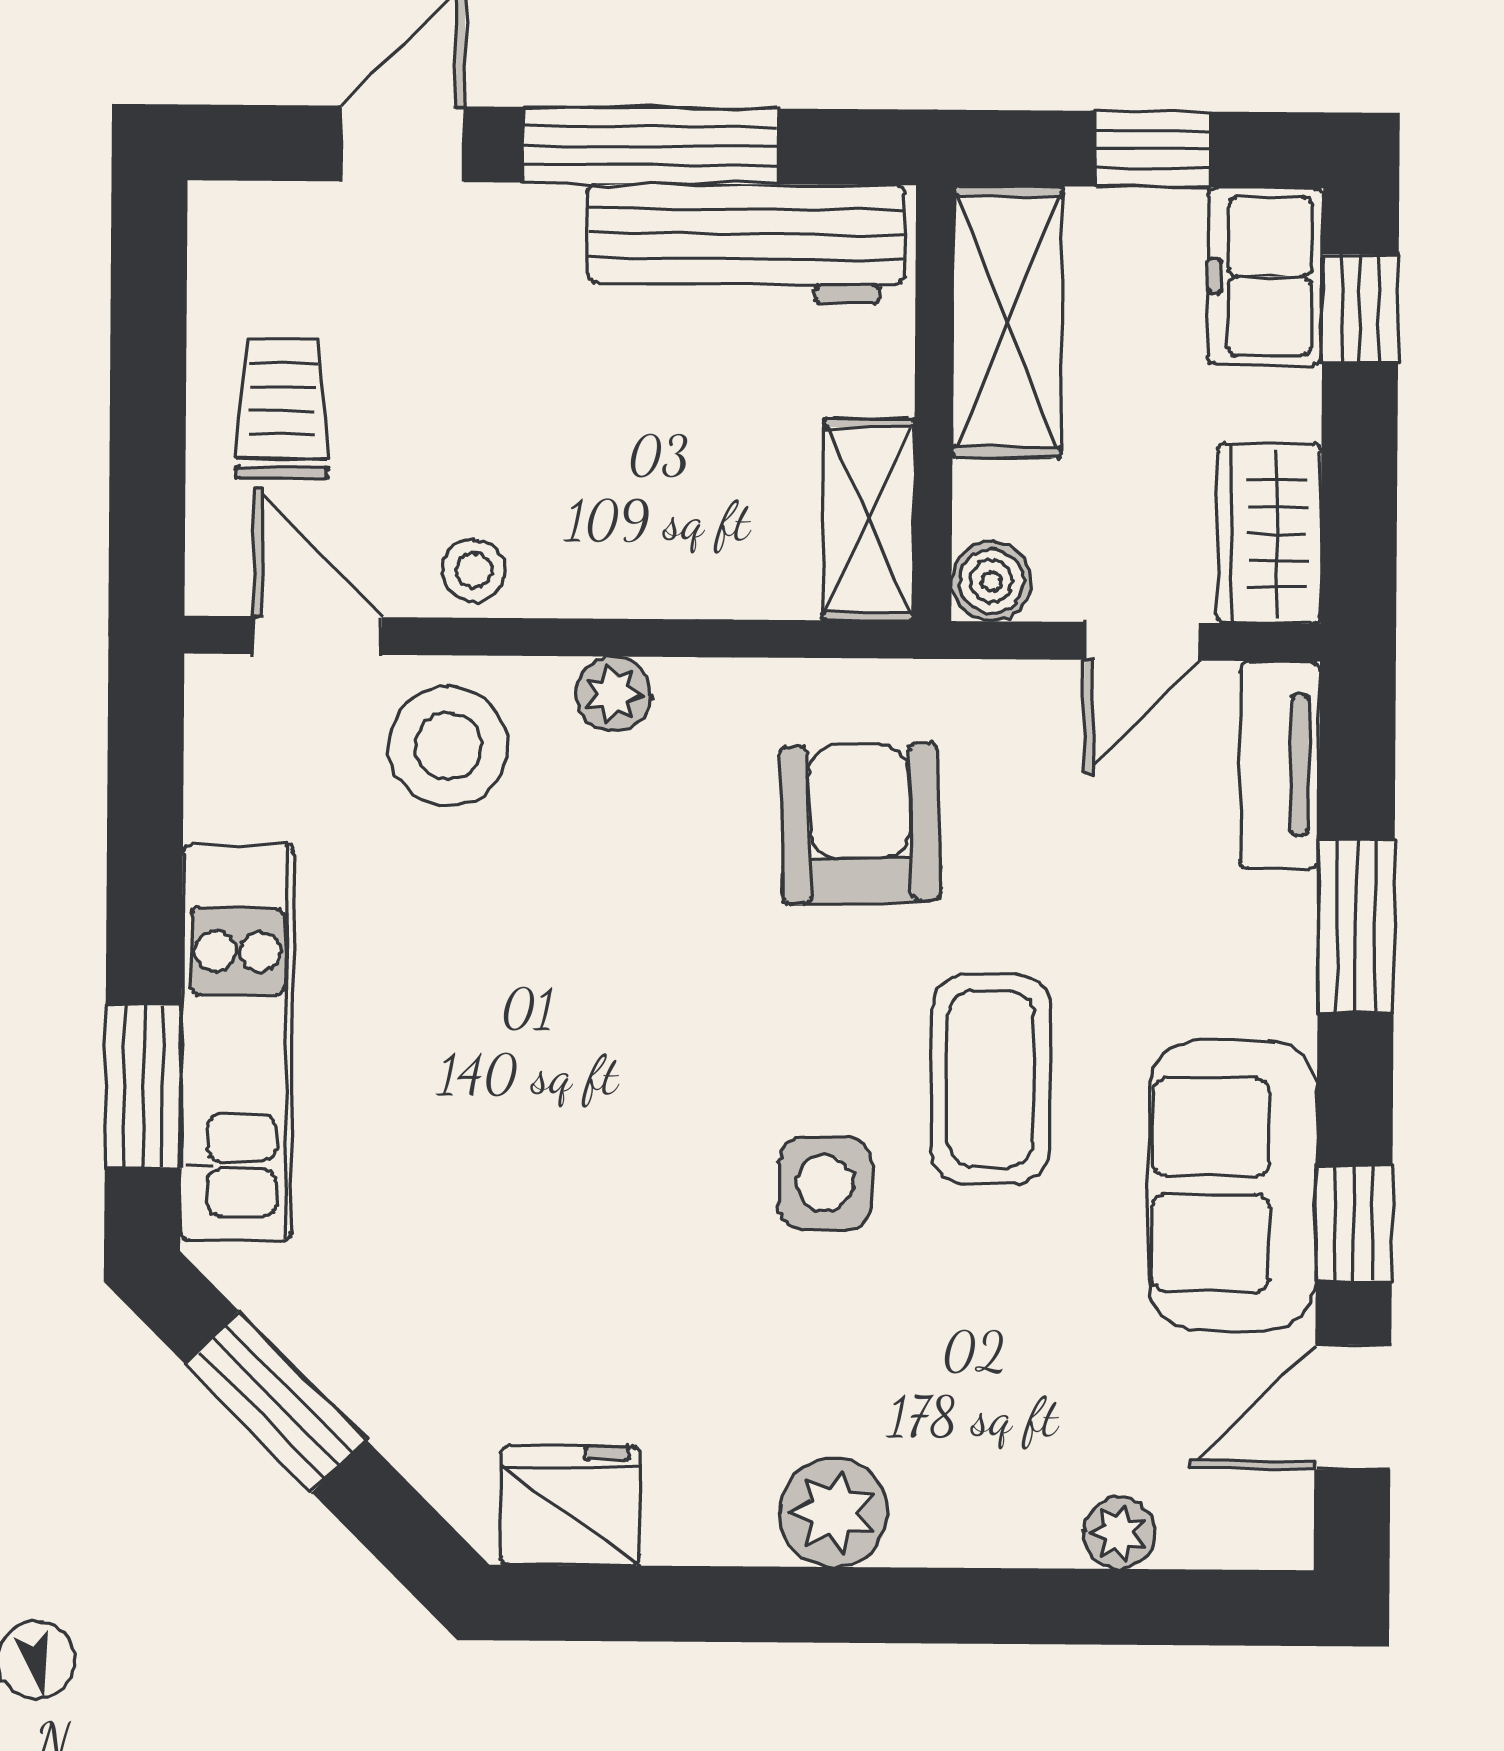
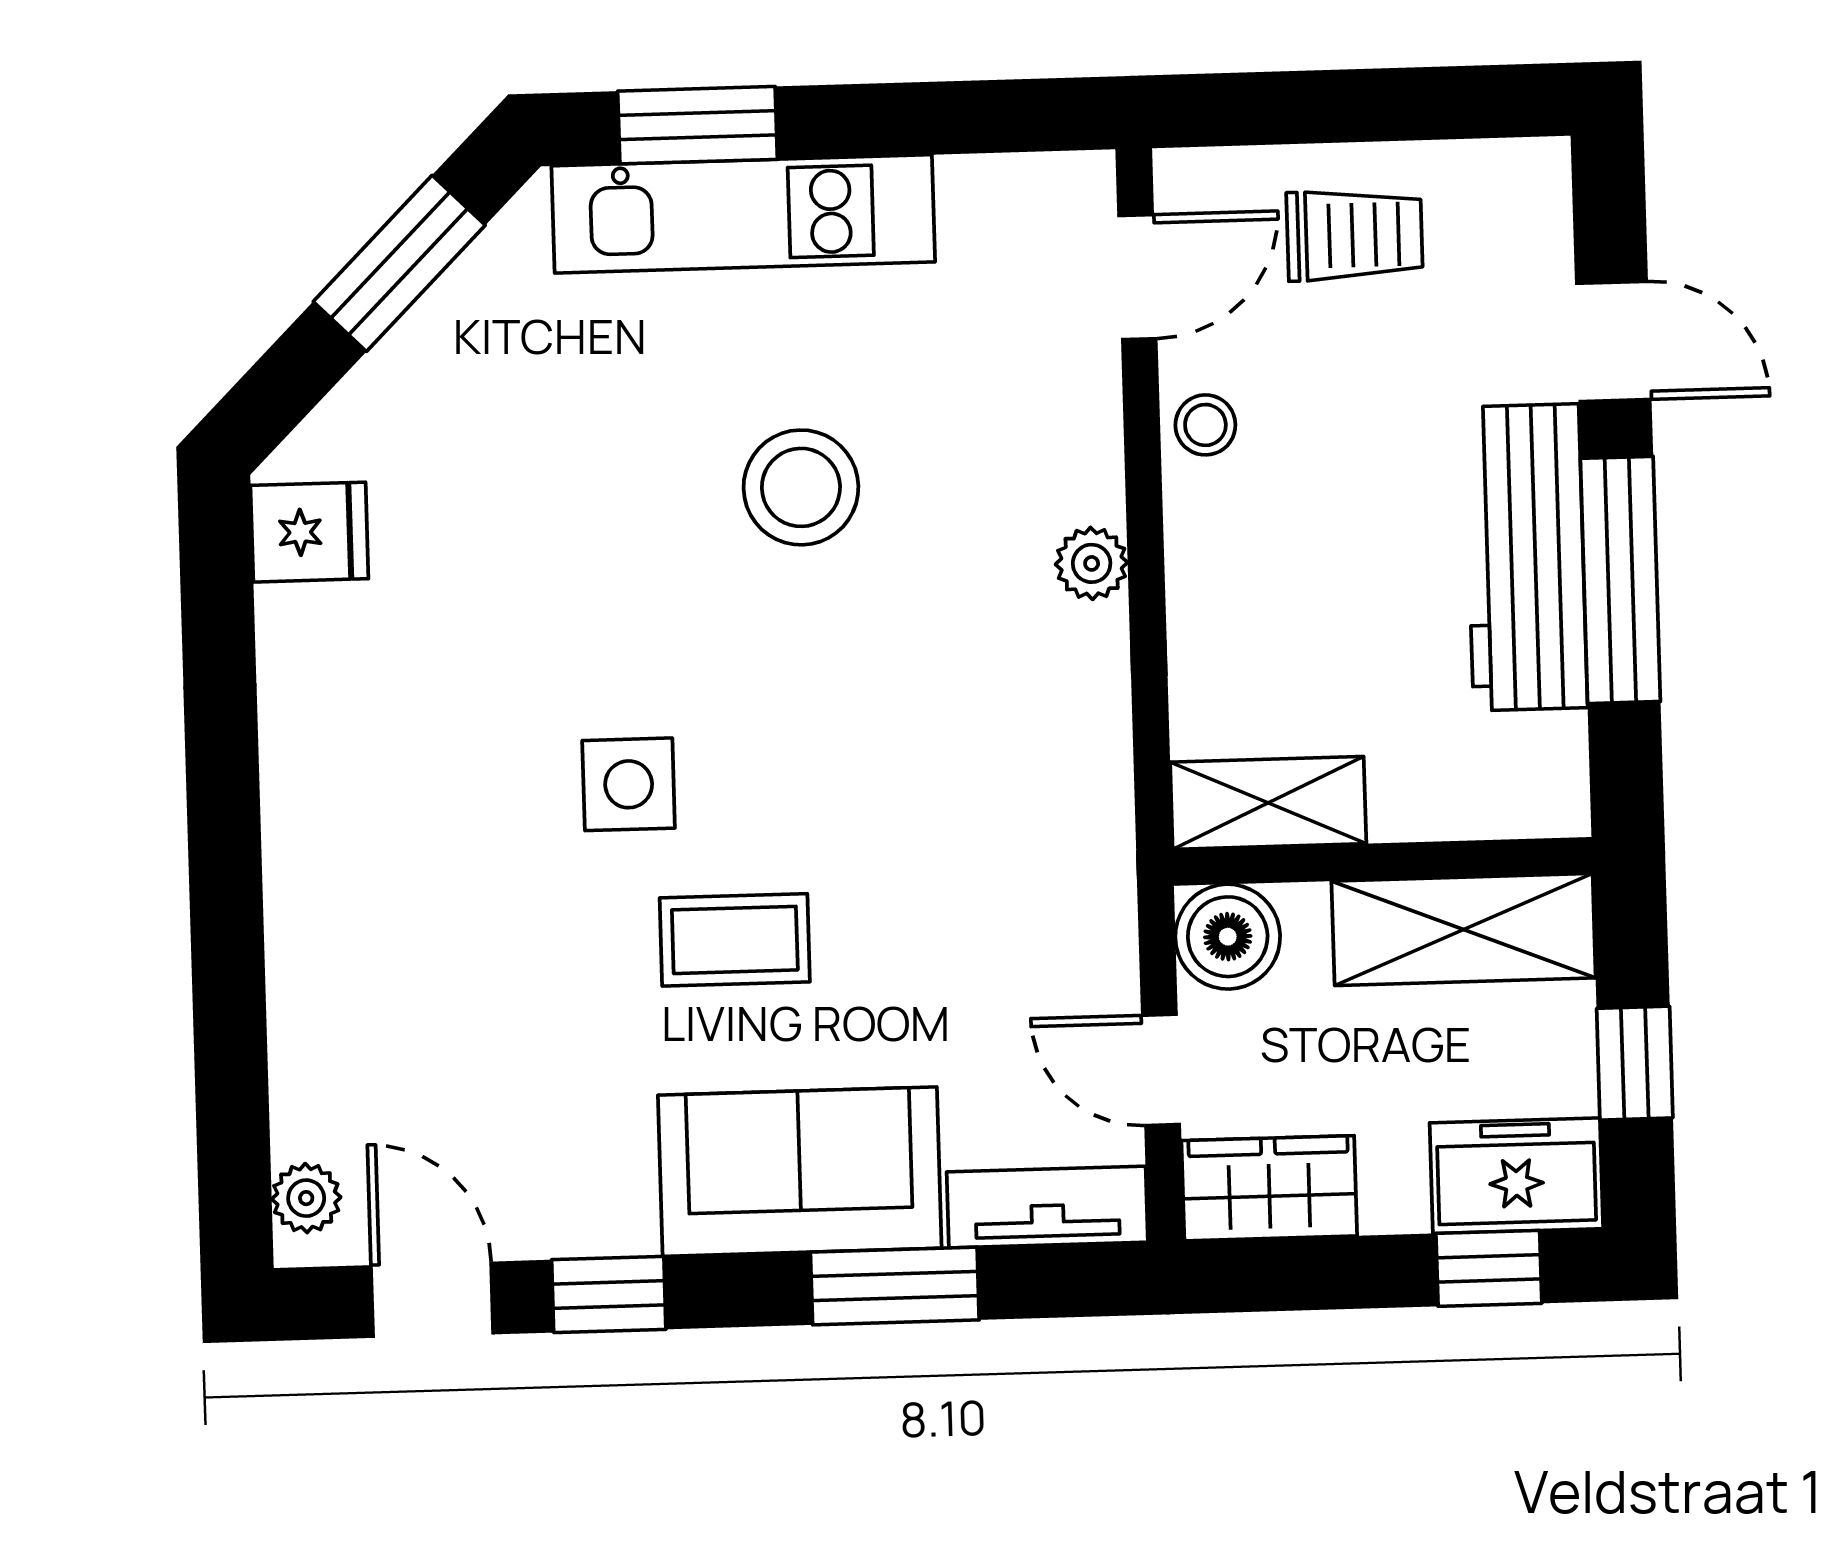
workbench: (746, 244) -> (1526, 557), moved
boiler: (991, 581) -> (1228, 937), width x1.36, depth x1.36
stool: (449, 746) -> (801, 487), moved
armchair: (860, 824) -> (976, 805), removed
coffee table: (991, 1079) -> (735, 940), width x0.73, depth x0.77
sofa: (1233, 1185) -> (800, 1172), moved
fridge: (570, 1505) -> (309, 532), width x0.72
plant: (834, 1513) -> (312, 804), removed
plant: (1119, 1533) -> (306, 1198), moved

